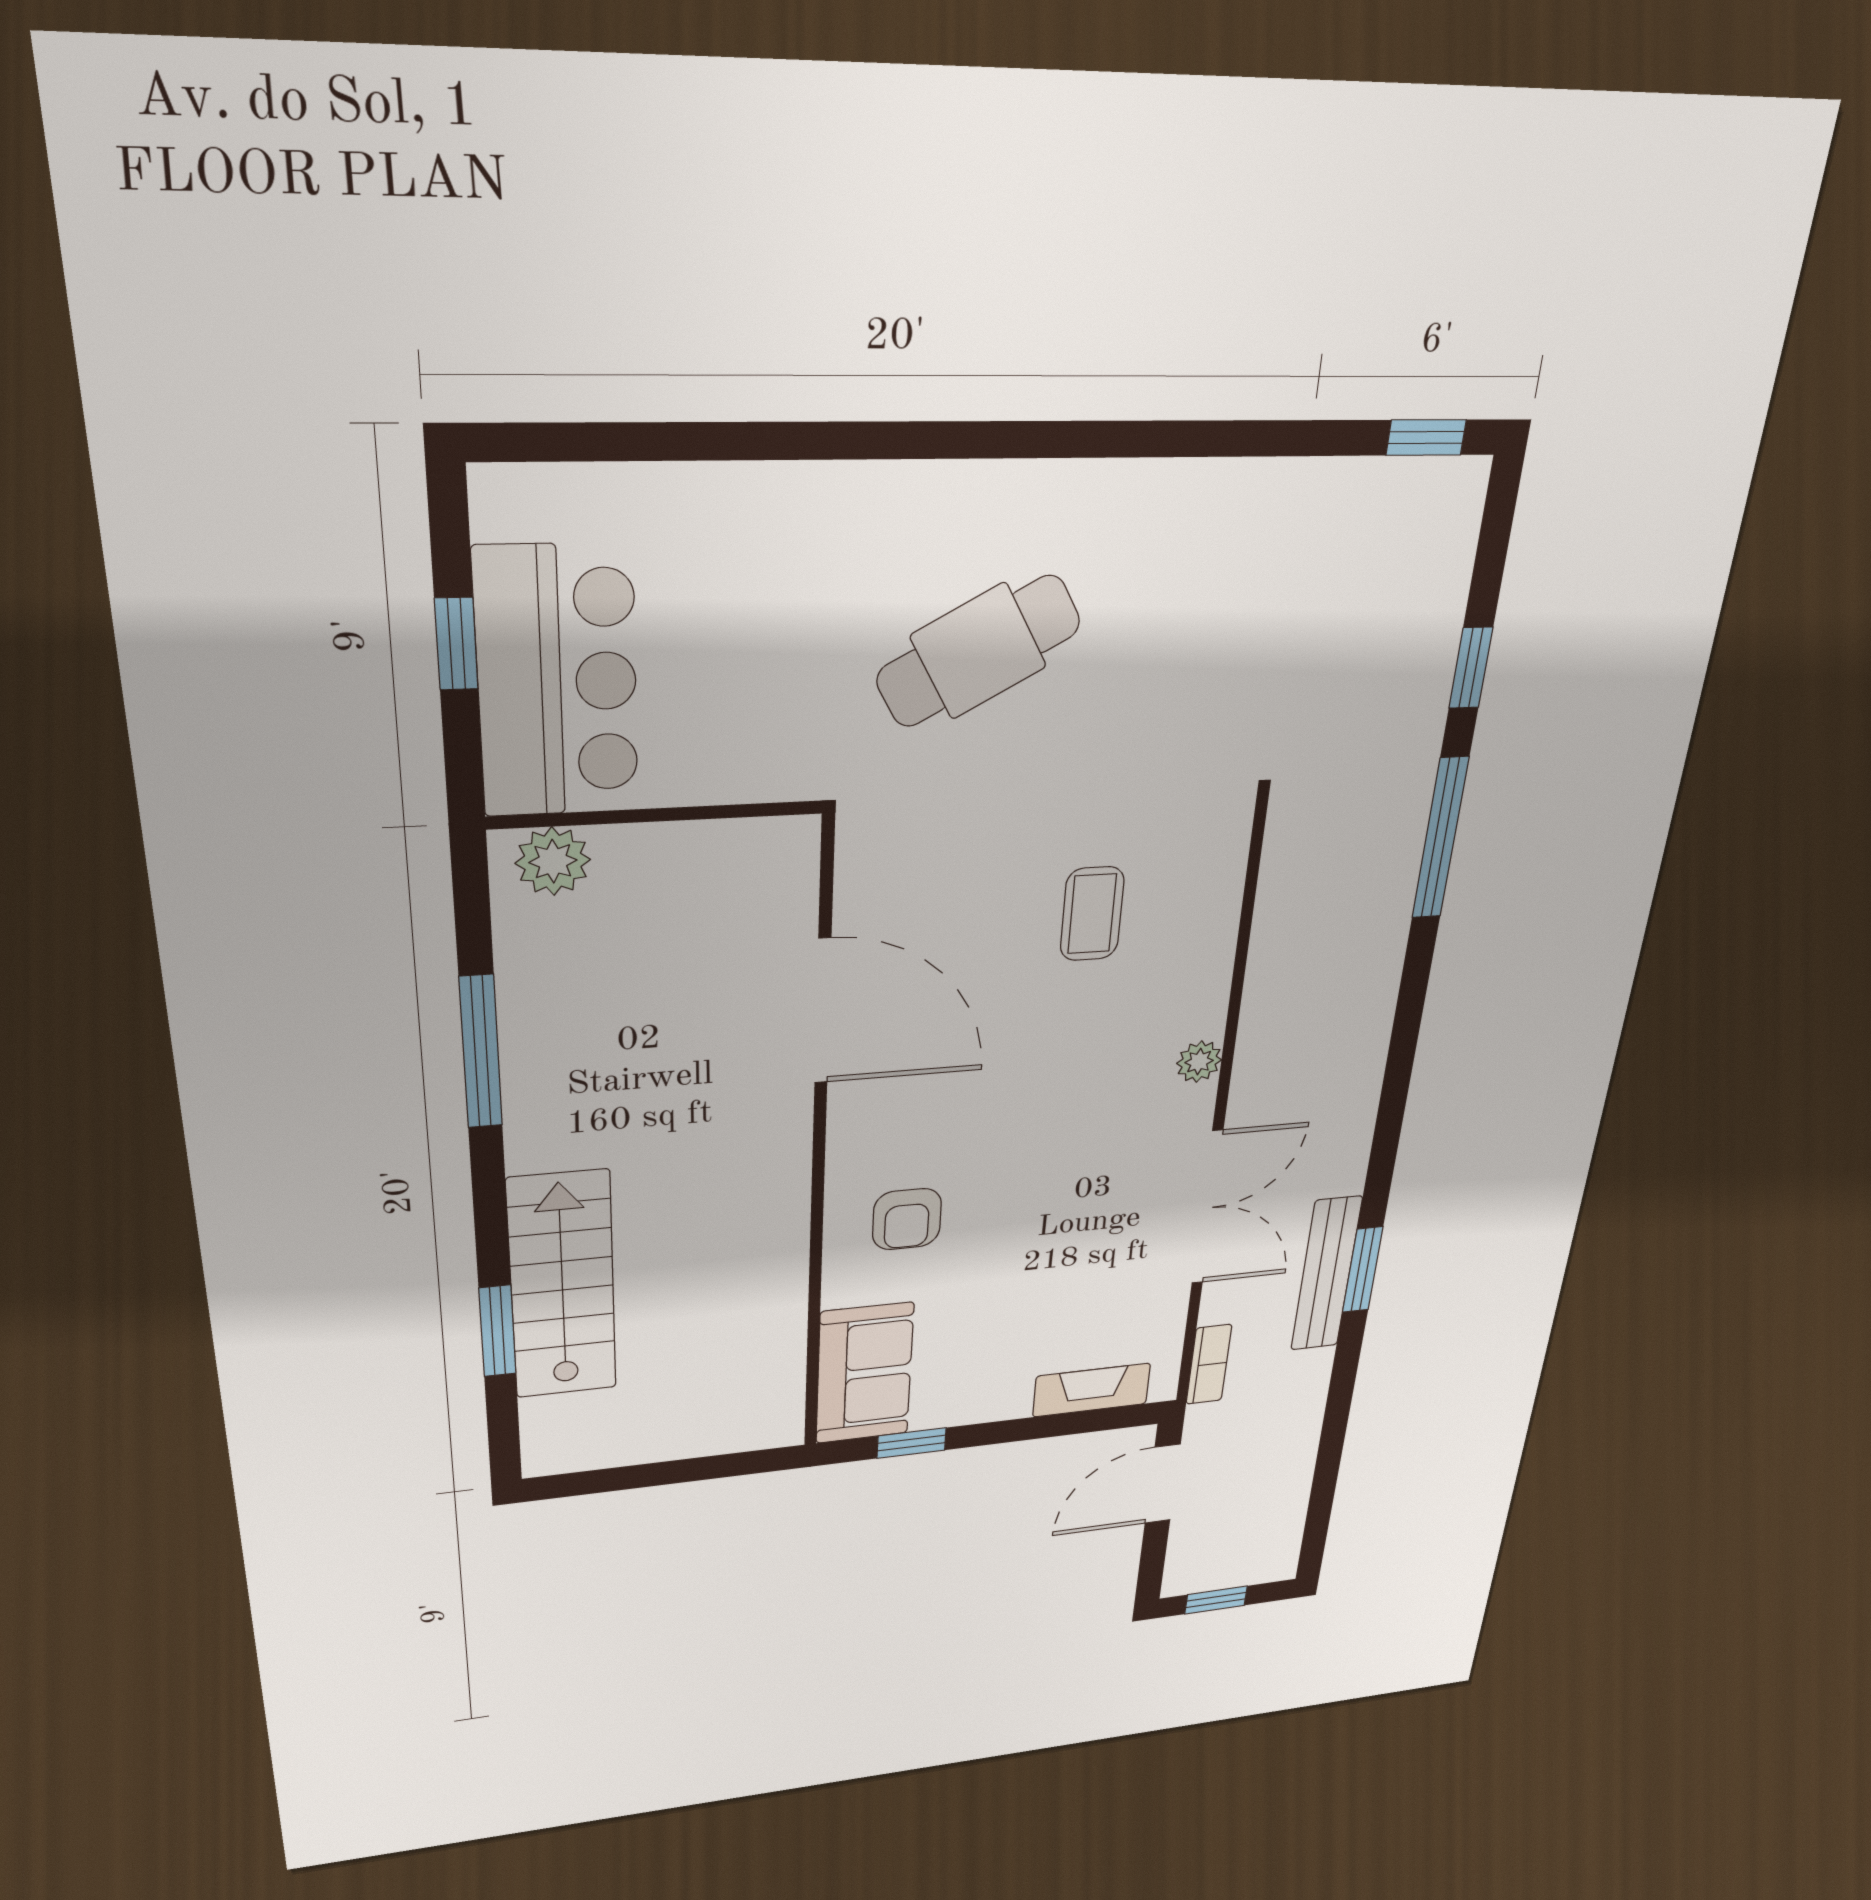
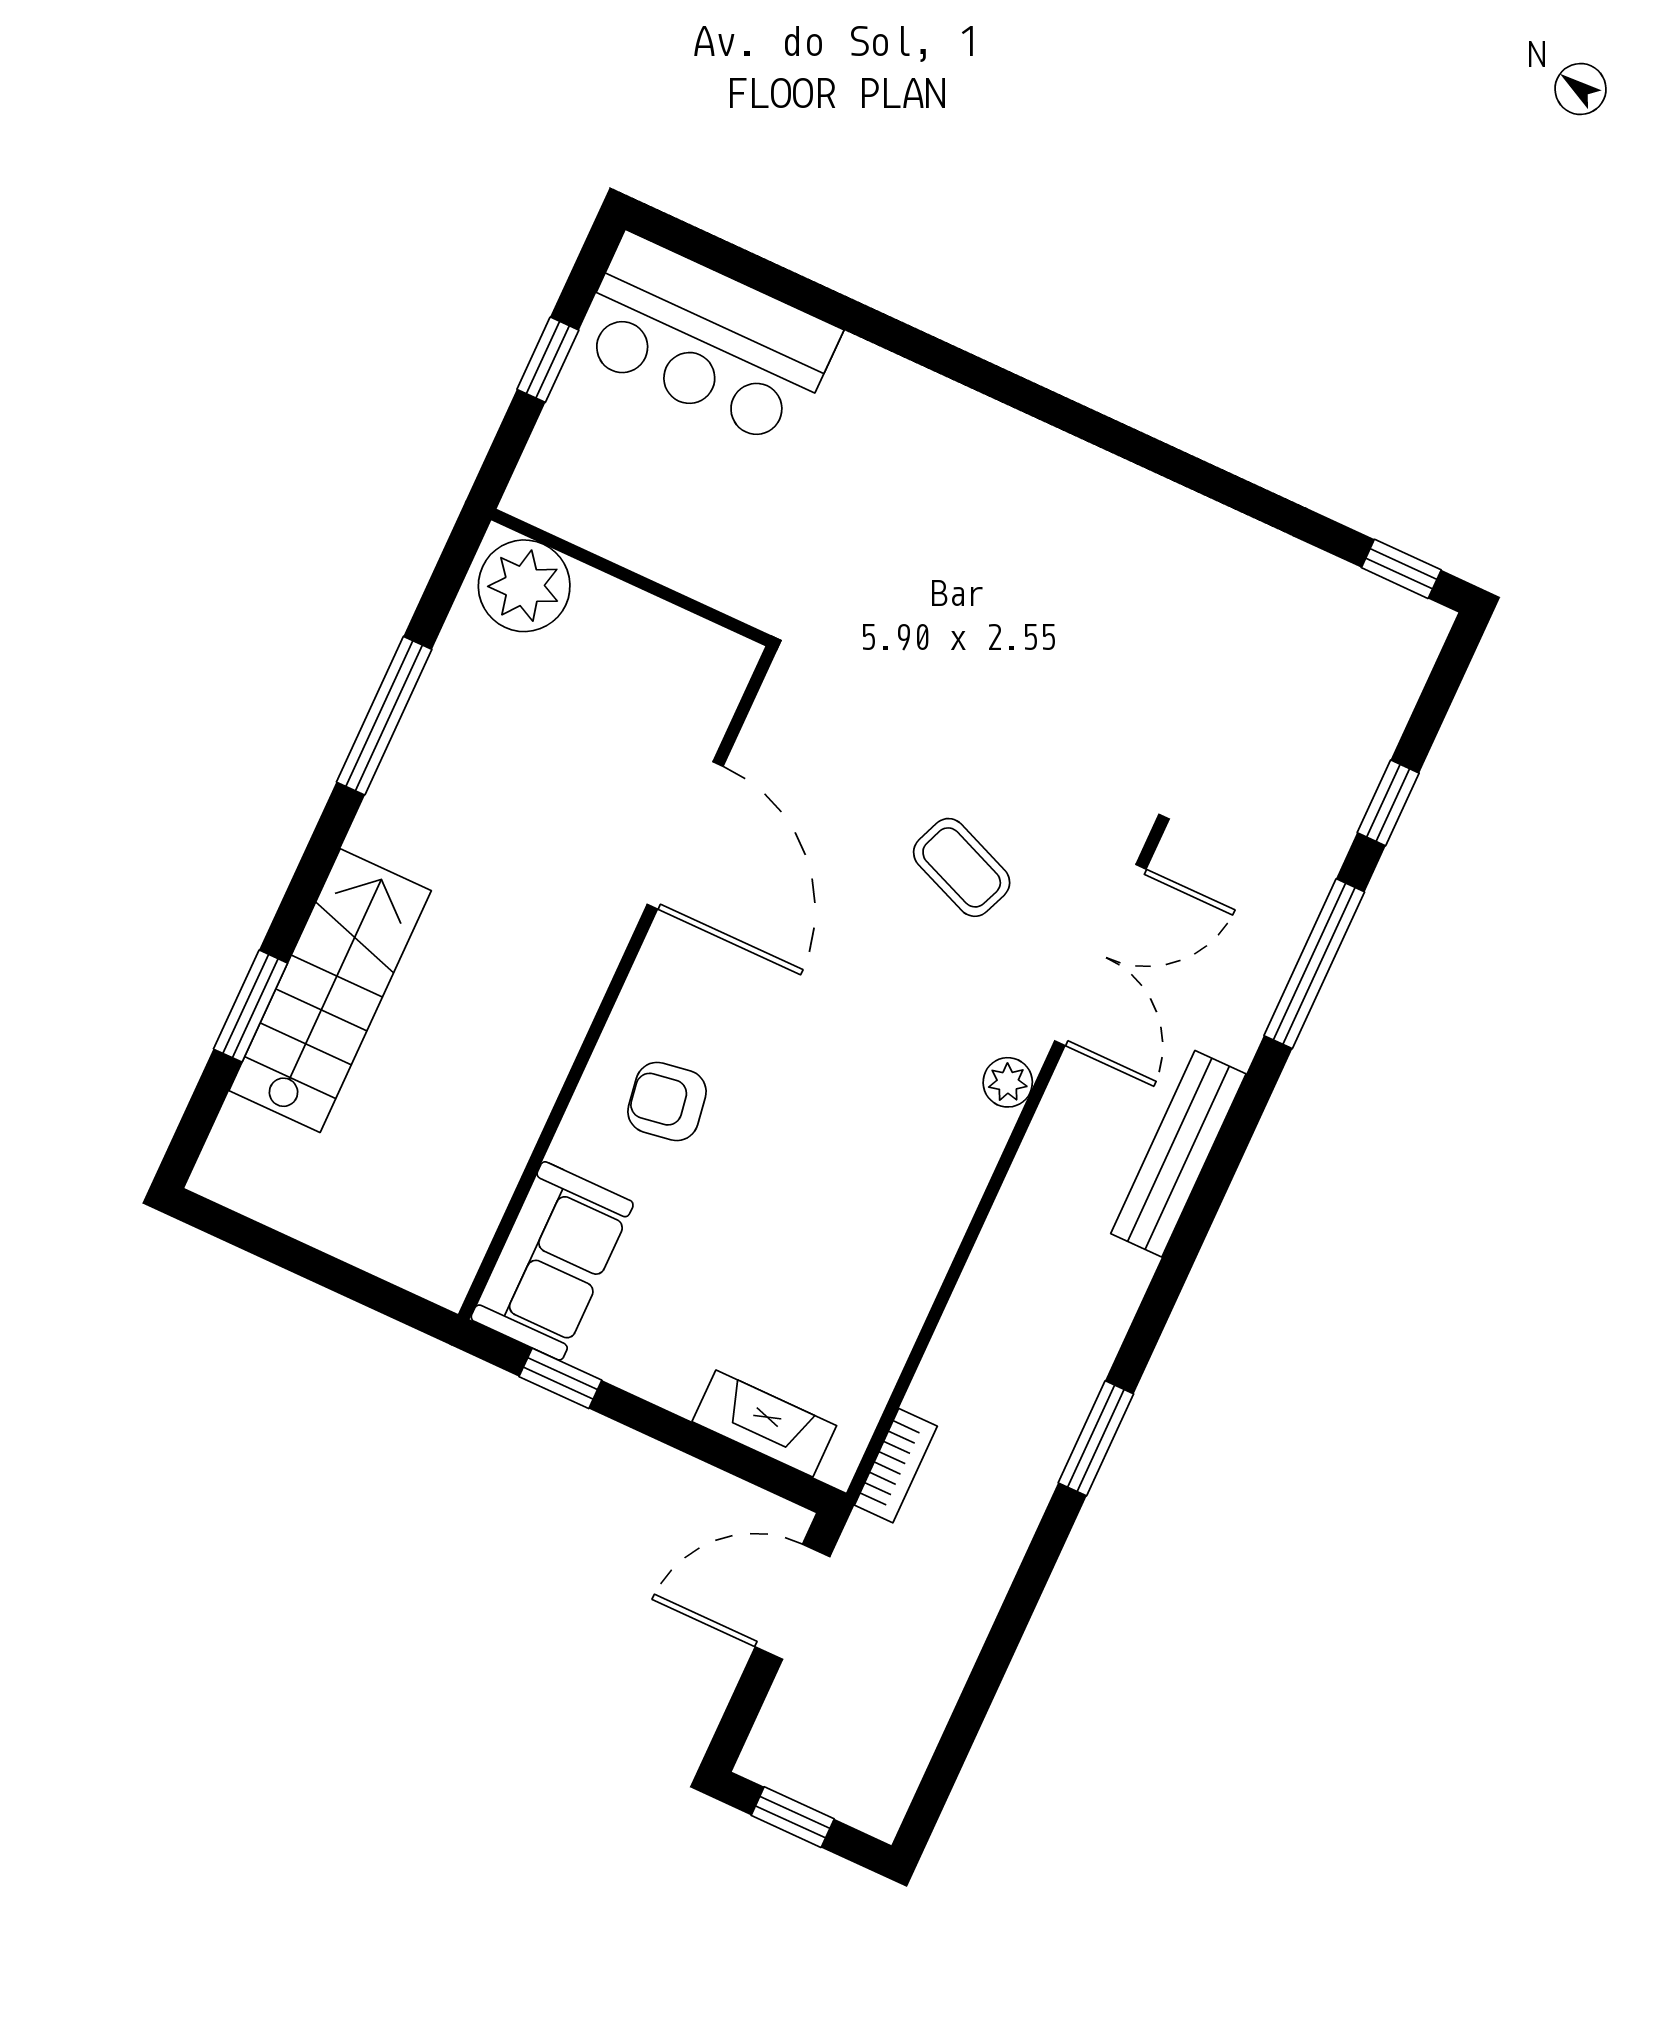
cafe table: (979, 651) -> (954, 569), removed
bar counter: (557, 682) -> (707, 340), moved, turned 90
plant: (553, 861) -> (524, 586), width x1.36, depth x1.36
coffee table: (1092, 914) -> (962, 867), turned -68
double door: (1207, 1208) -> (1100, 955), moved
armchair: (907, 1219) -> (667, 1101), turned 81
bench: (1326, 1274) -> (1178, 1154), moved

